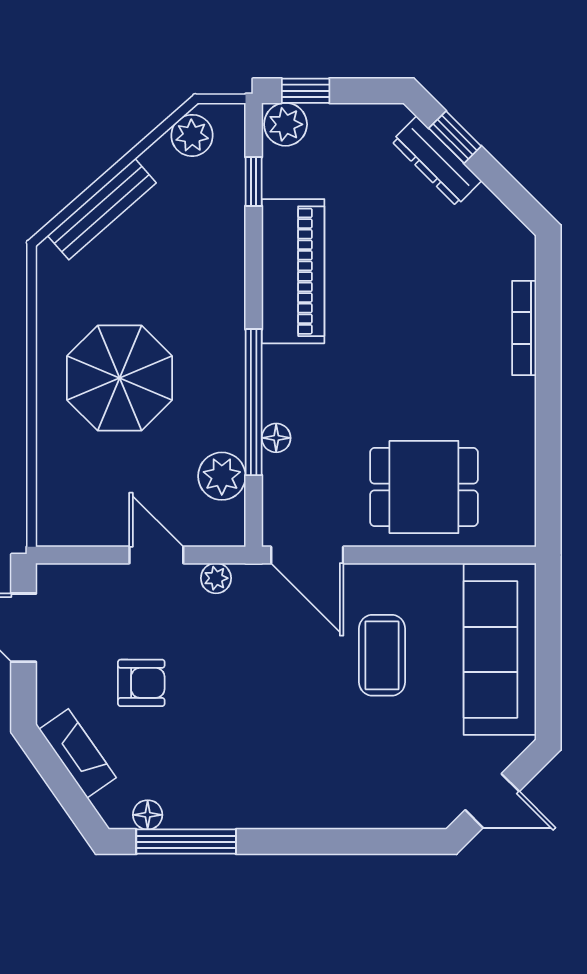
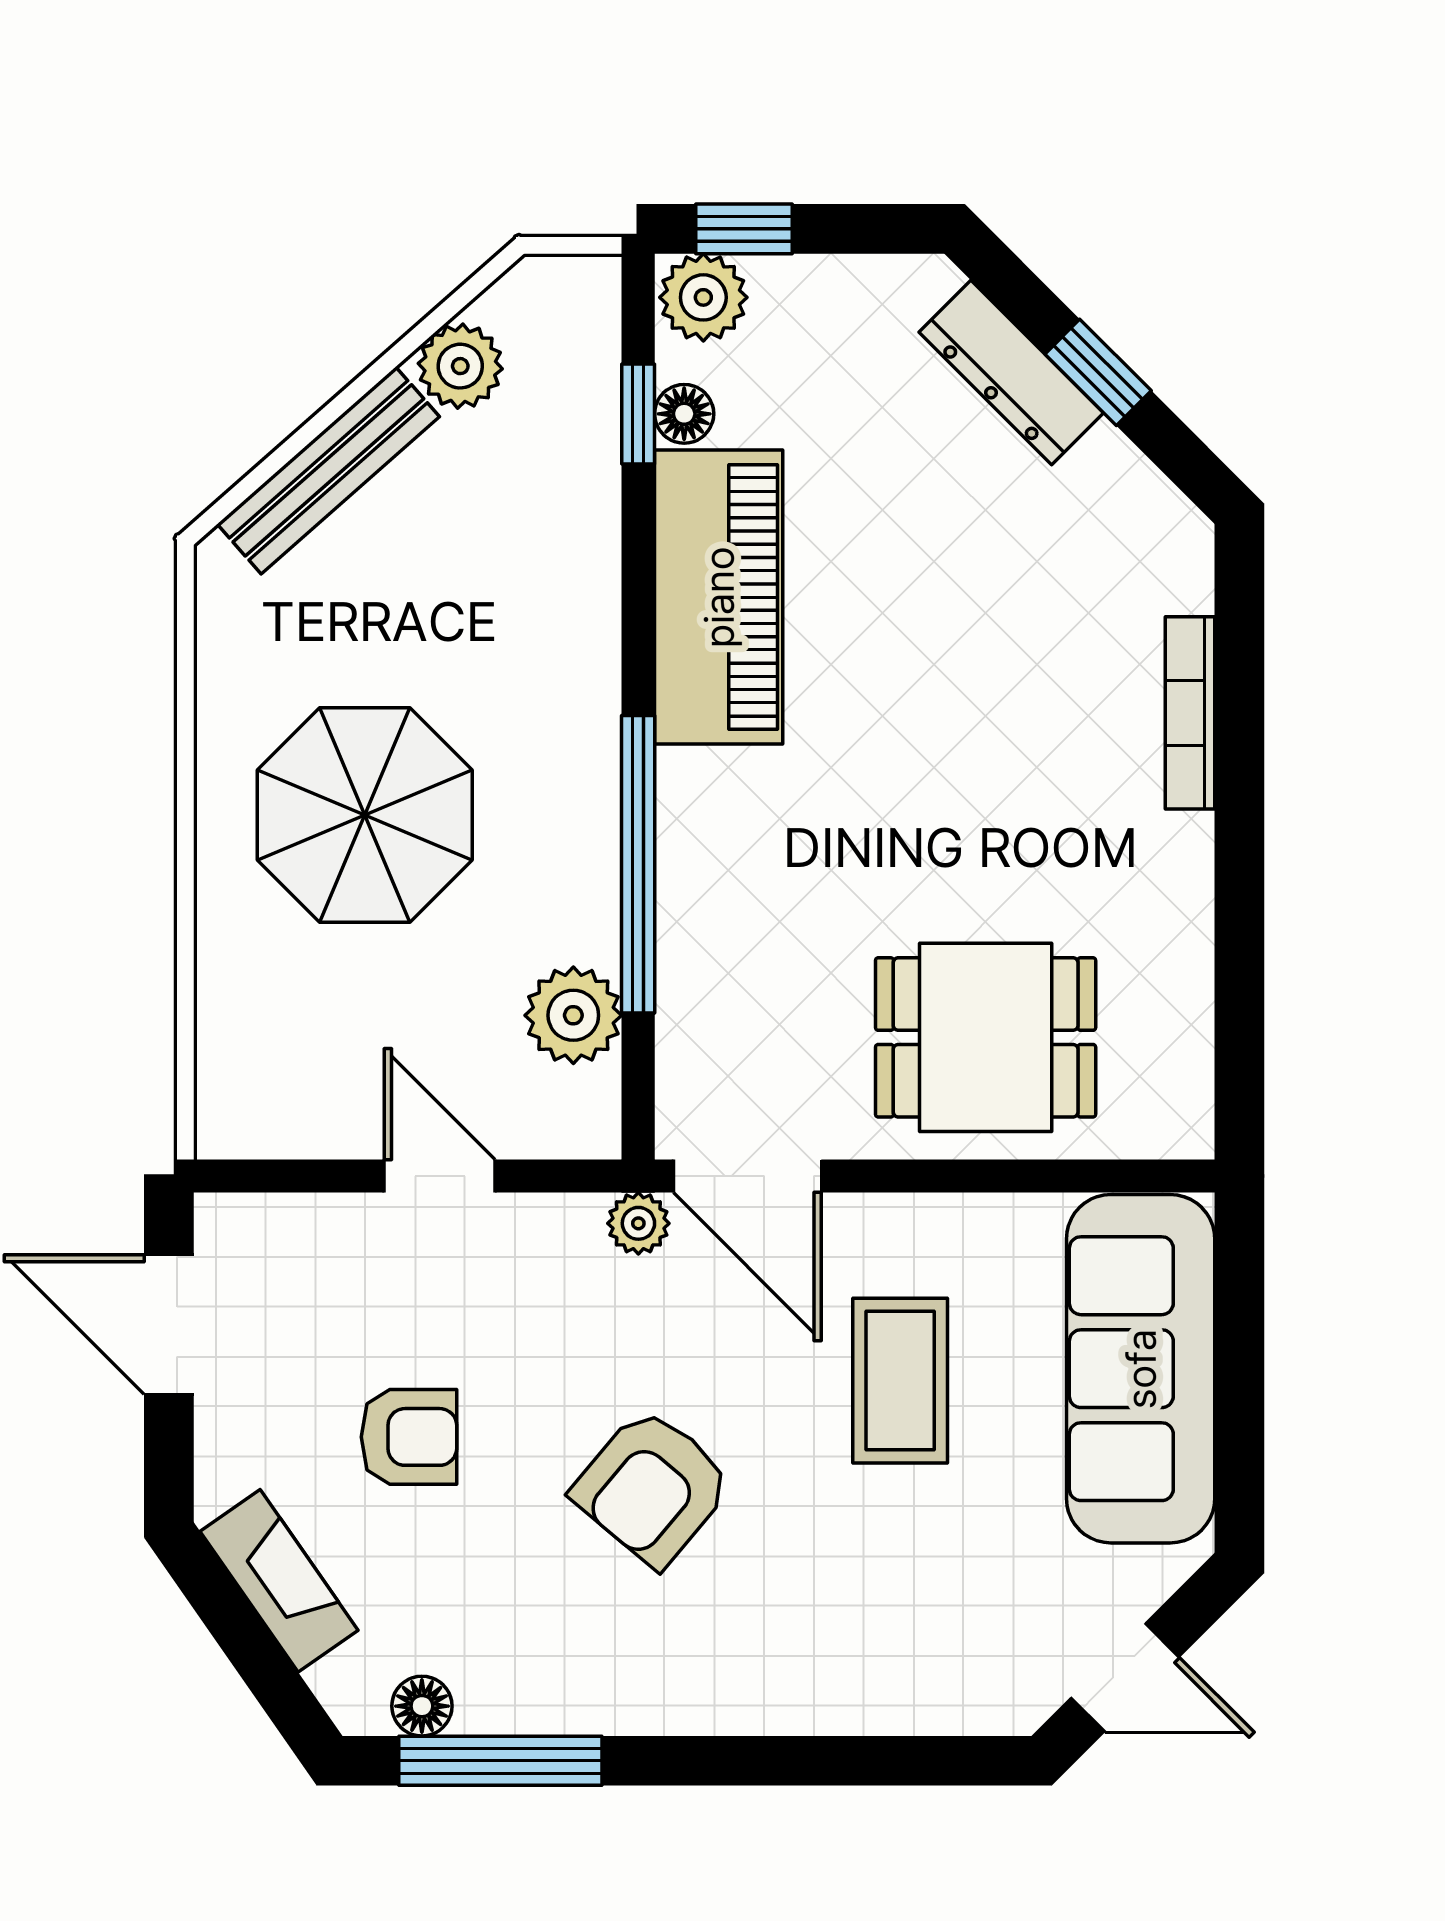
plant: (192, 135) -> (460, 366), moved
window: (455, 137) -> (1098, 372), moved
floor lamp: (276, 438) -> (684, 414), moved
plant: (216, 578) -> (638, 1223), moved
armchair: (261, 707) -> (652, 1487), added

